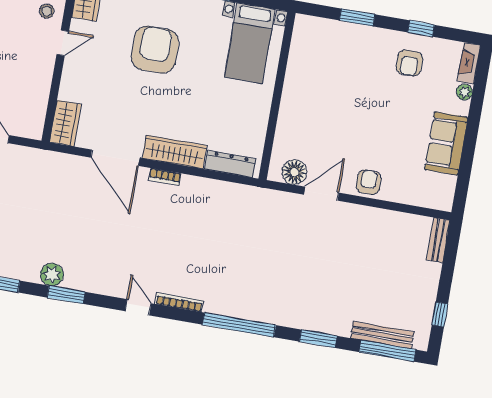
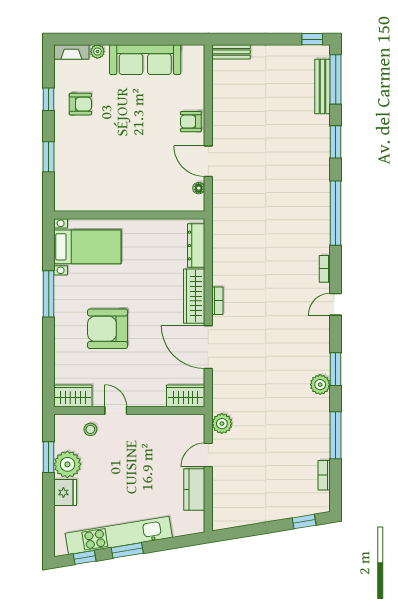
sofa: (446, 143) -> (145, 60), width x1.36
plant: (28, 158) -> (222, 424), added
door: (115, 158) -> (208, 347), swing flipped
floor lamp: (294, 172) -> (199, 188), width x0.53, depth x0.53
bookcase: (179, 302) -> (325, 269), width x0.64
window: (440, 314) -> (312, 39), moved

